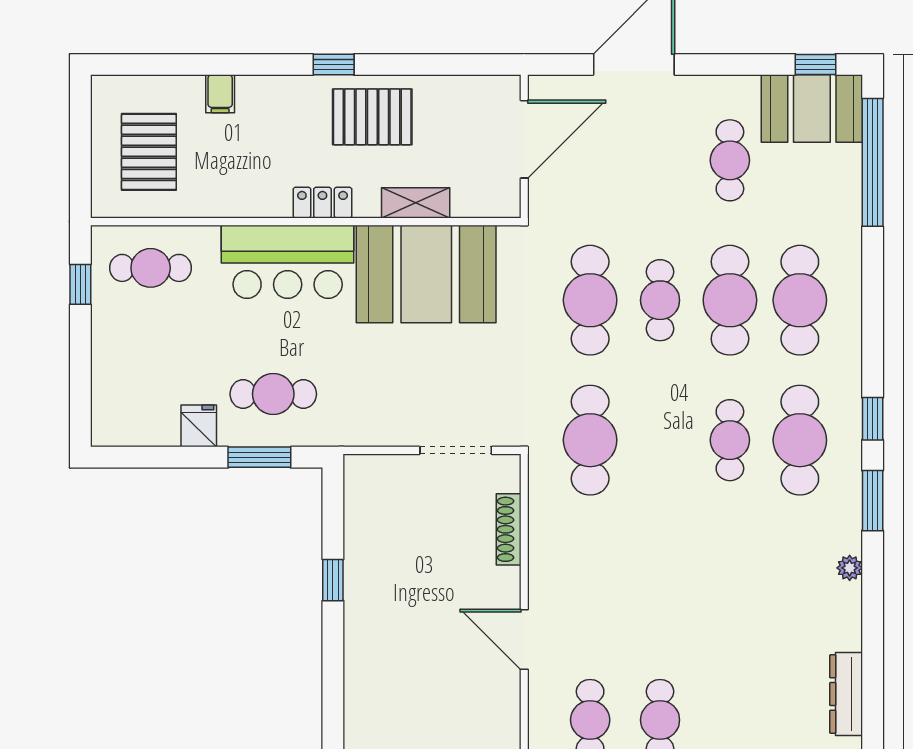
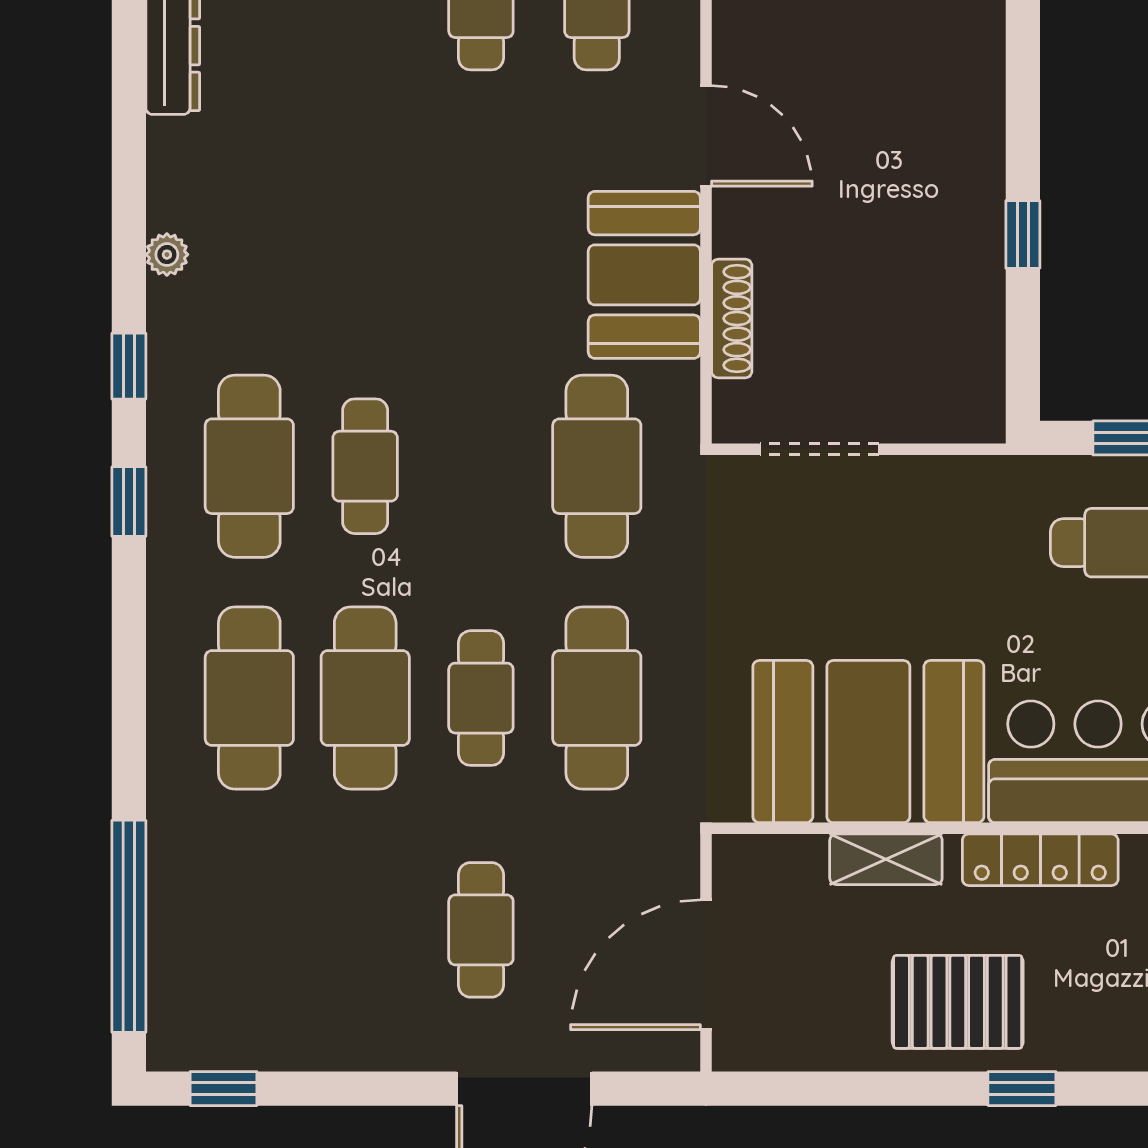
booth: (812, 109) -> (644, 275), moved, turned 90
cafe table: (730, 160) -> (481, 930), moved
locker: (322, 203) -> (1040, 860), width x1.53
window: (873, 501) -> (129, 366), width x0.67

